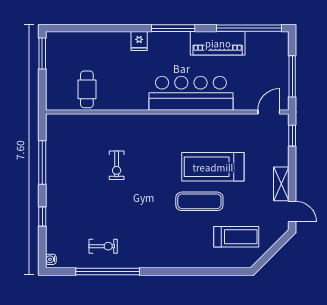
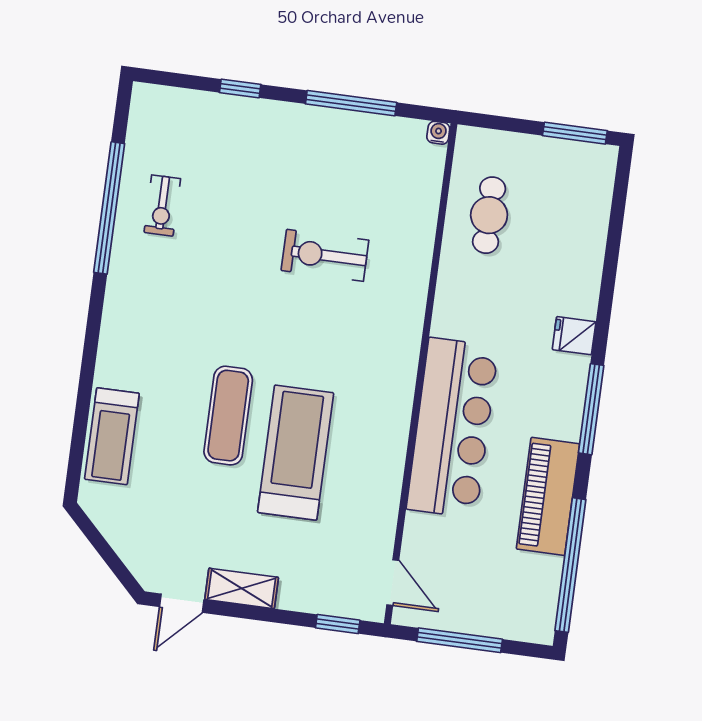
cafe table: (87, 89) -> (489, 215), turned 90
exercise bike: (117, 165) -> (325, 255), width x1.38, depth x1.39
treadmill: (236, 237) -> (112, 436), moved
water cooler: (51, 259) -> (438, 133), moved

